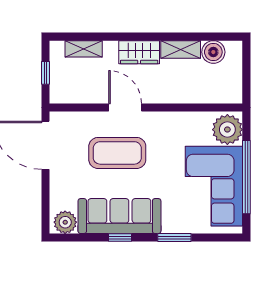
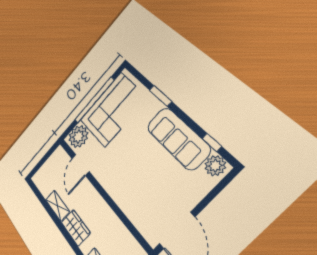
boiler: (213, 52) -> (46, 187), removed
door: (125, 108) -> (81, 165), moved
coffee table: (117, 153) -> (141, 180), removed
window: (120, 238) -> (212, 142), moved

